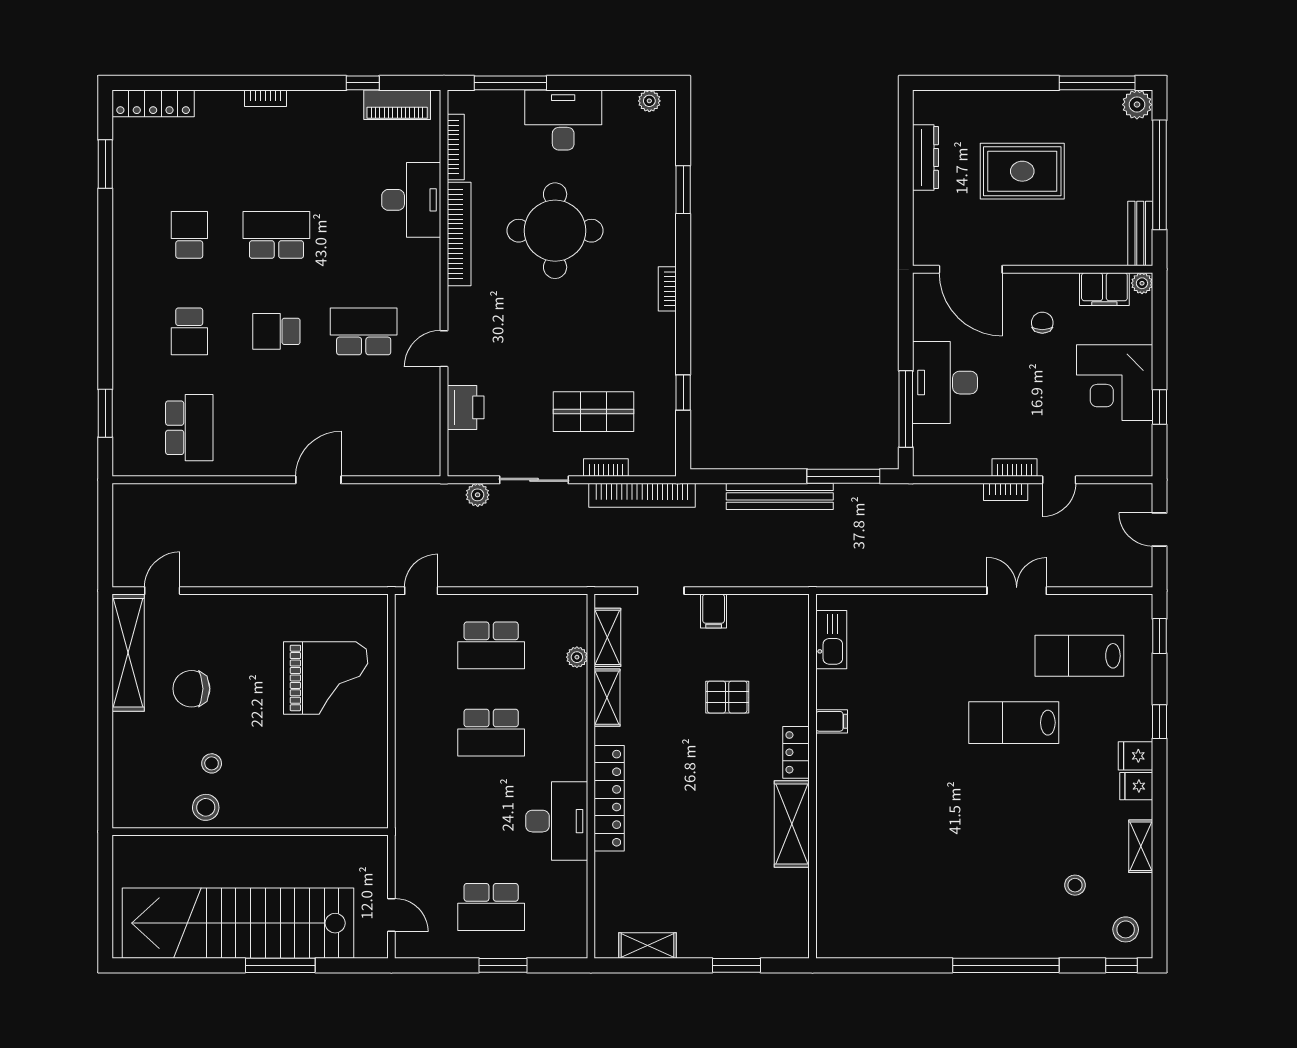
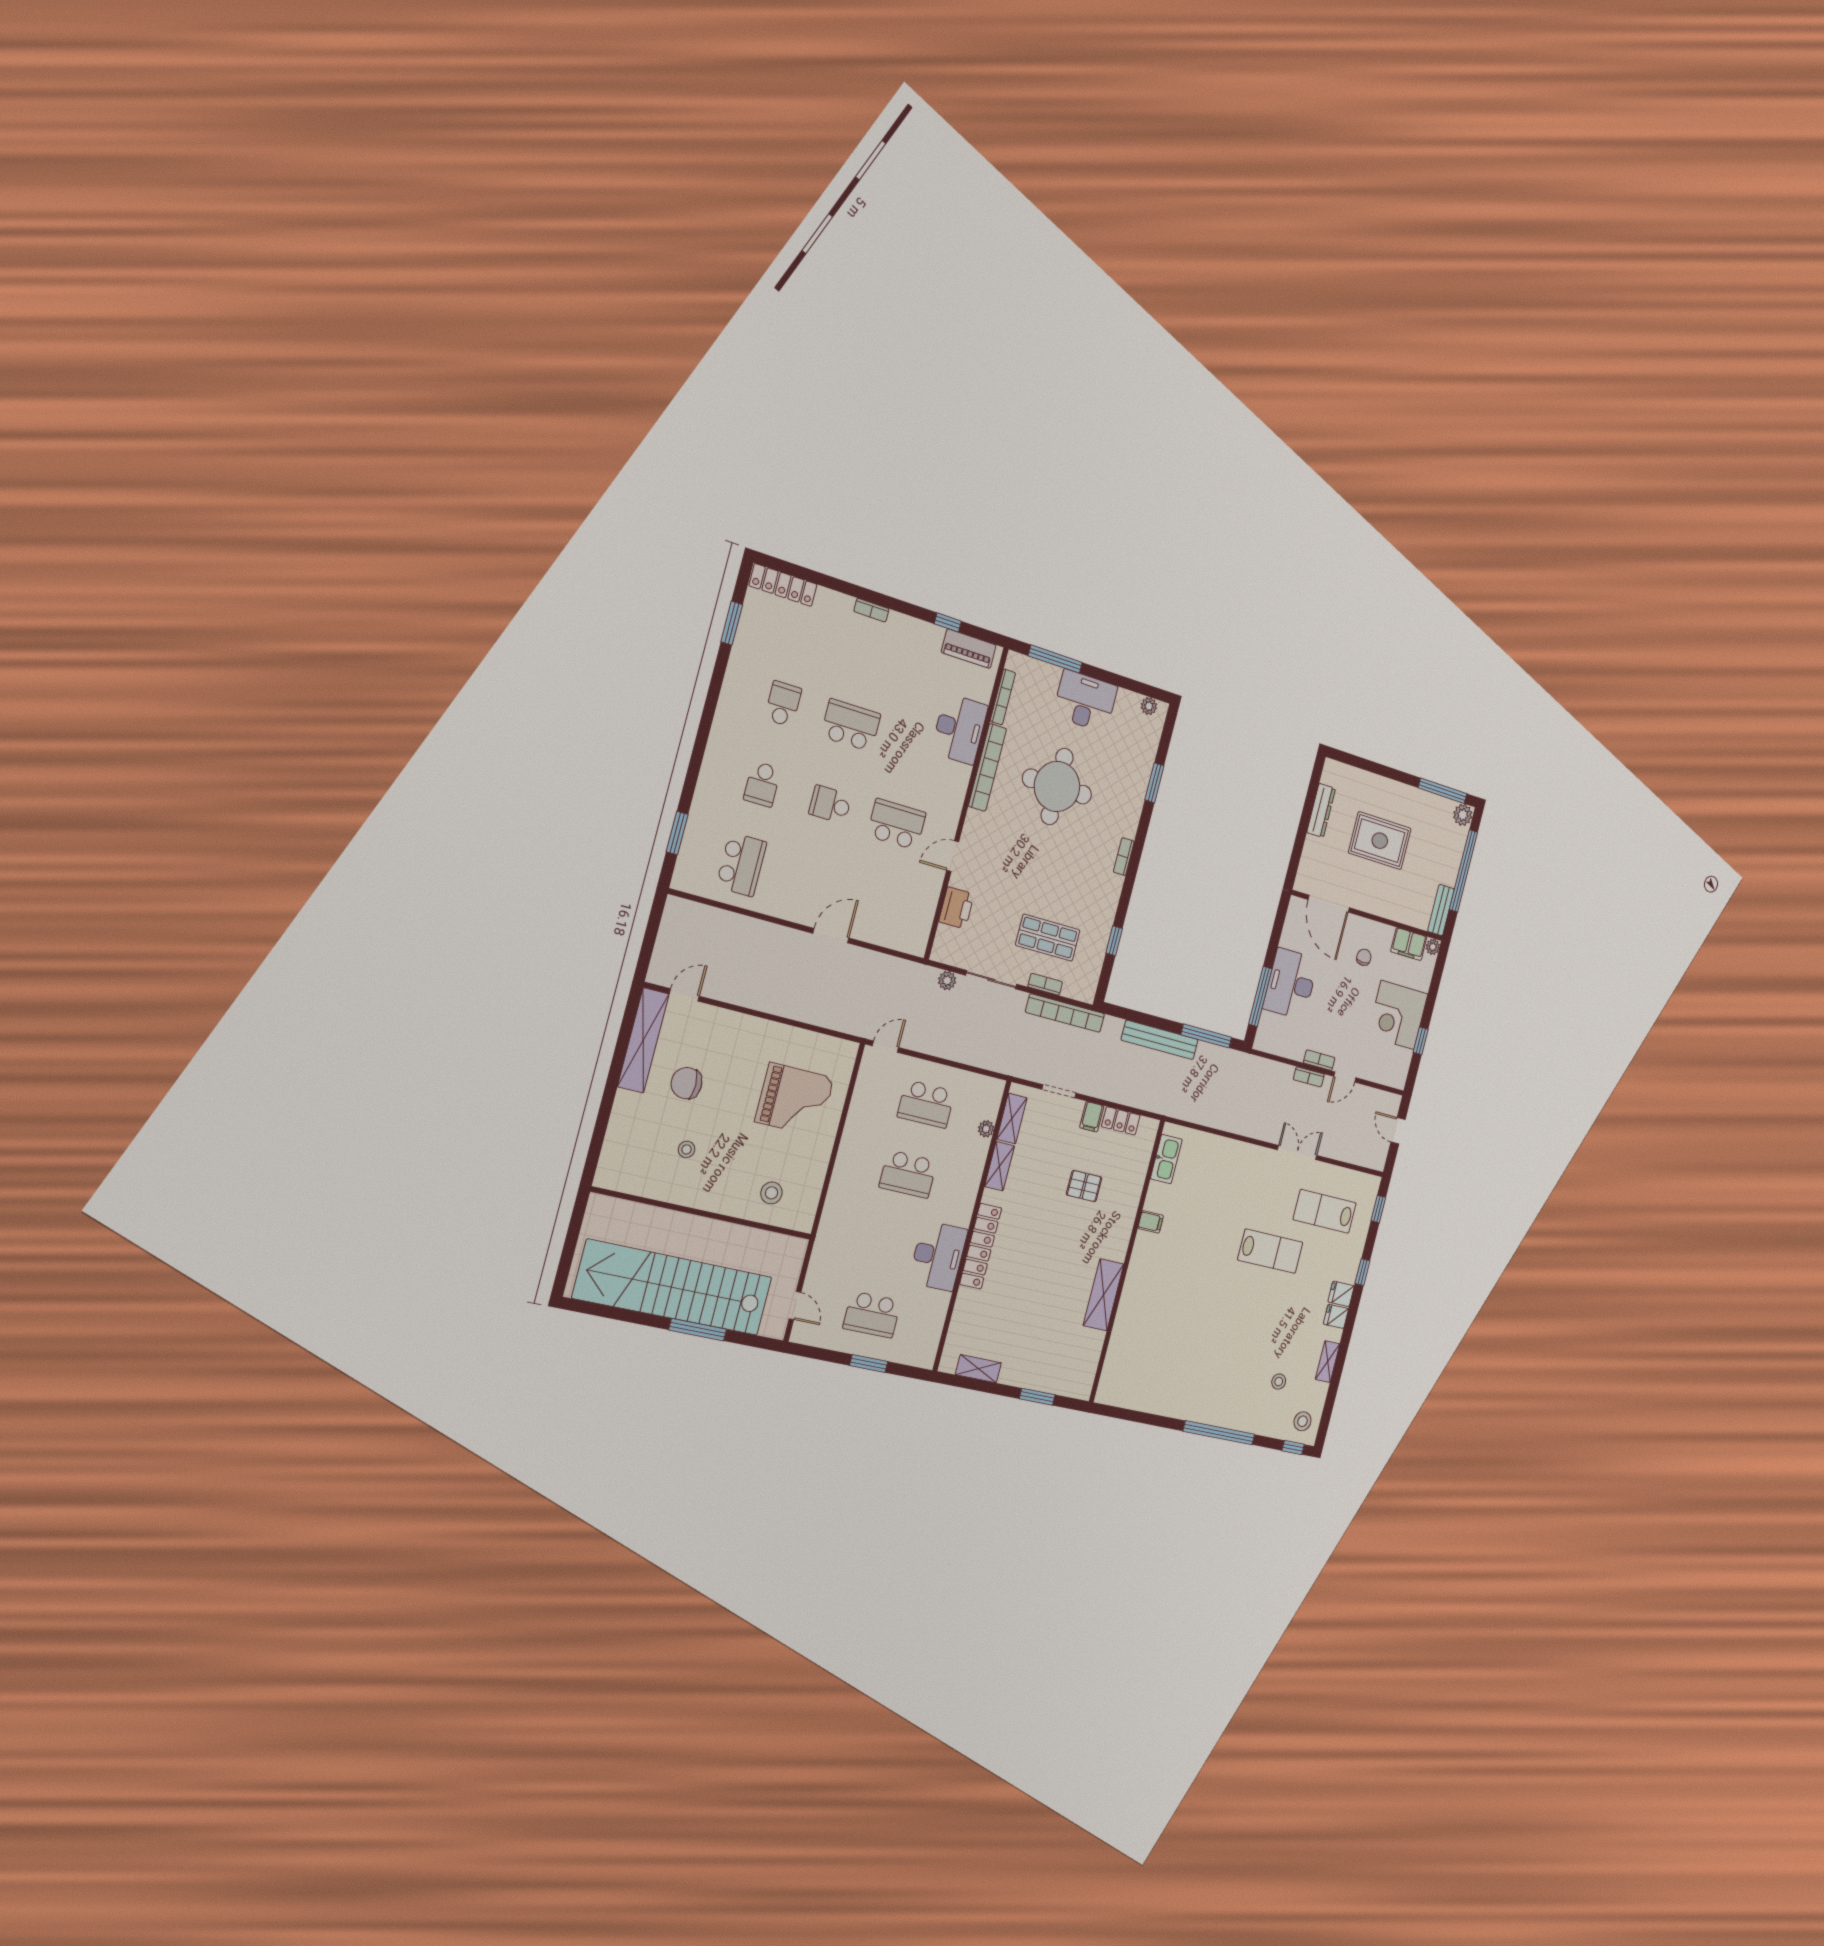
lab bench: (1014, 723) -> (1270, 1251), turned 180
locker: (796, 752) -> (1121, 1121), moved, turned -90
stool: (206, 807) -> (771, 1193), moved

